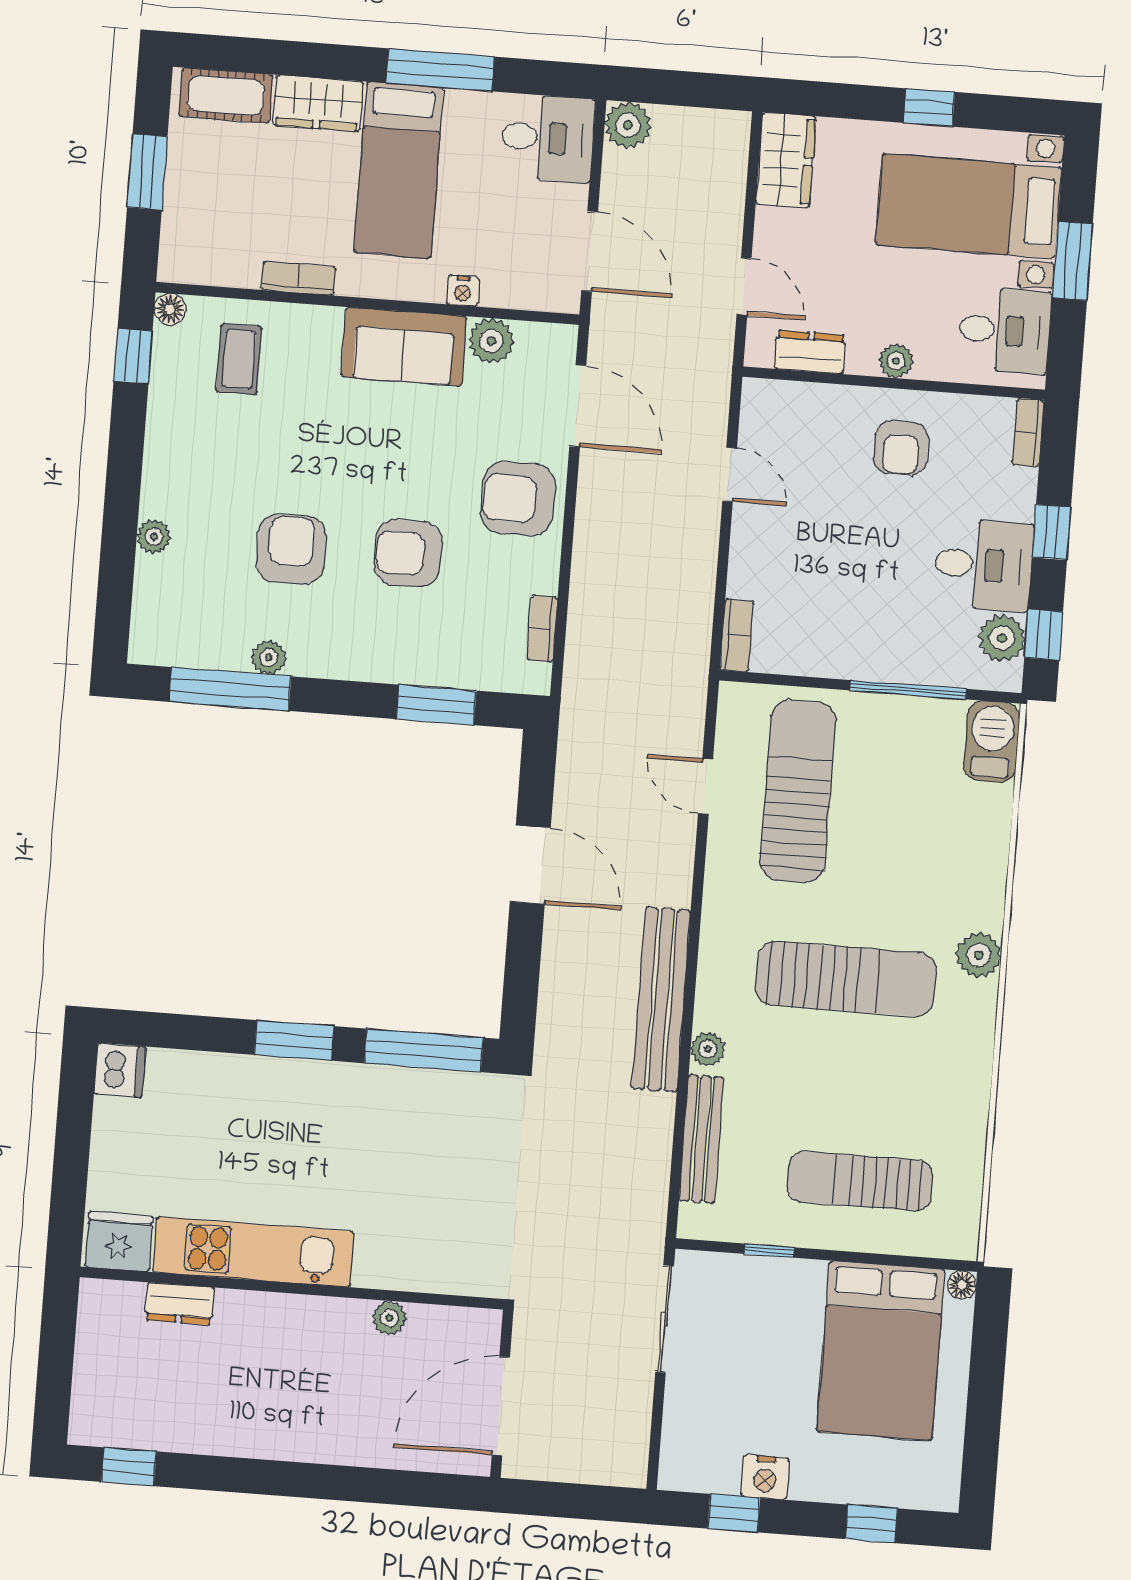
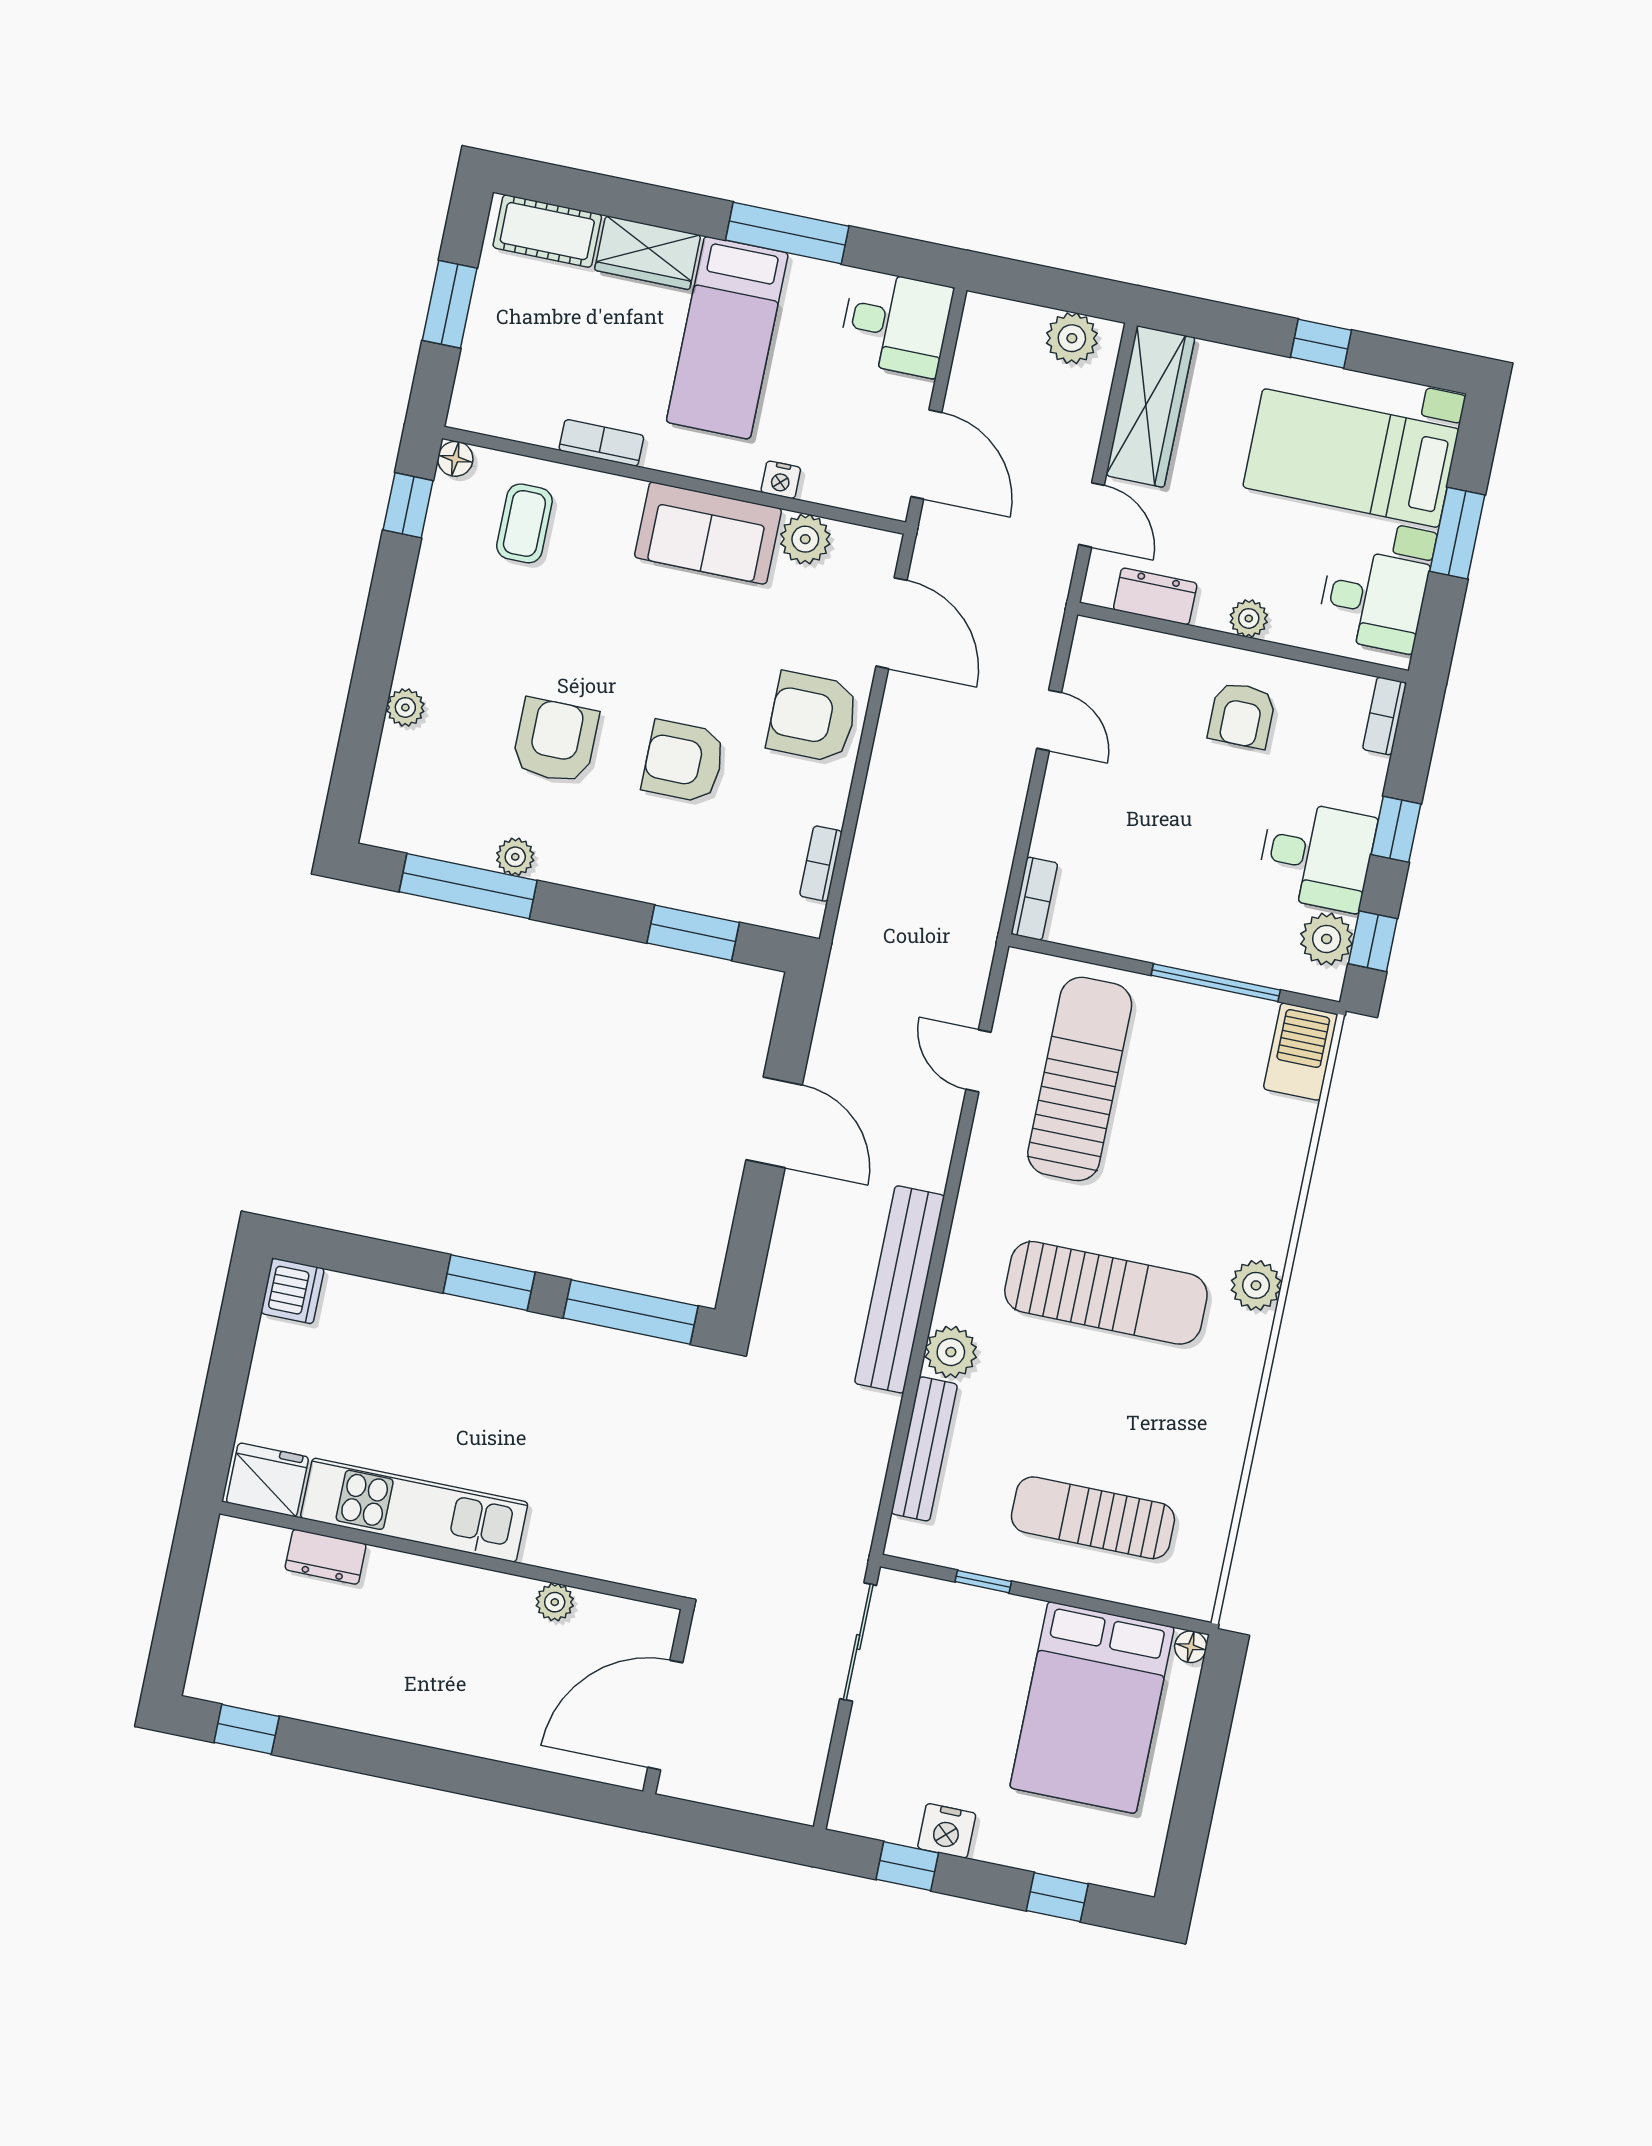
plant: (628, 125) -> (1072, 338), moved
wardrobe: (786, 160) -> (1150, 406), width x1.50
plant: (708, 1049) -> (951, 1352), width x1.38, depth x1.38

